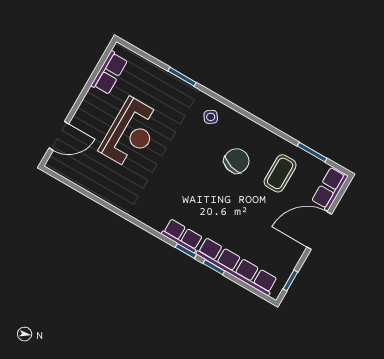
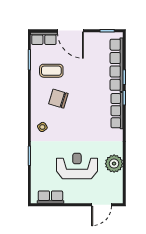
door: (59, 136) -> (101, 205), swing flipped
plant: (105, 185) -> (114, 164), added
row of seats: (182, 236) -> (117, 111), width x1.48

